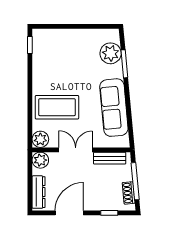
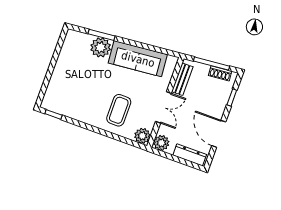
plant: (111, 53) -> (101, 47), moved
coffee table: (57, 107) -> (119, 110), width x0.73, depth x0.76
double door: (76, 150) -> (163, 107), swing flipped

